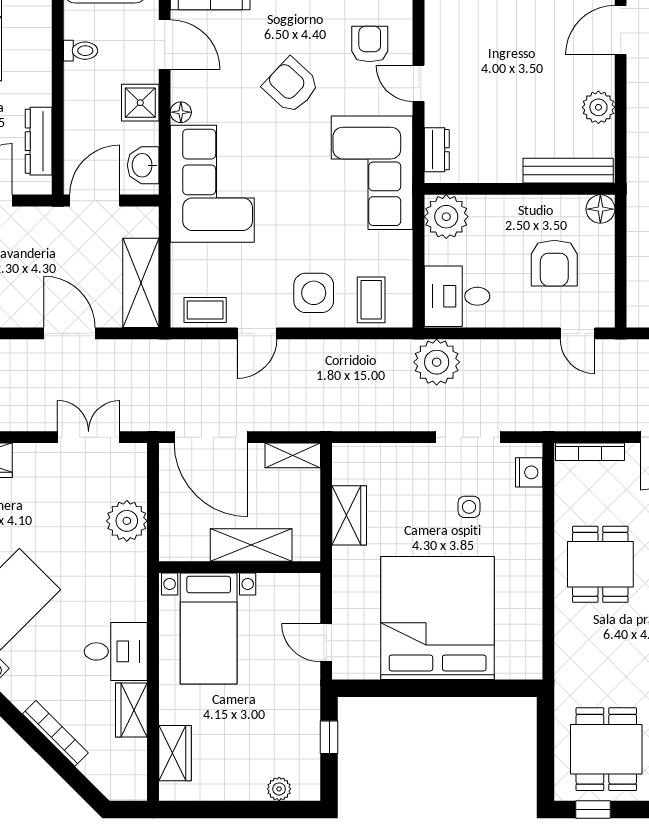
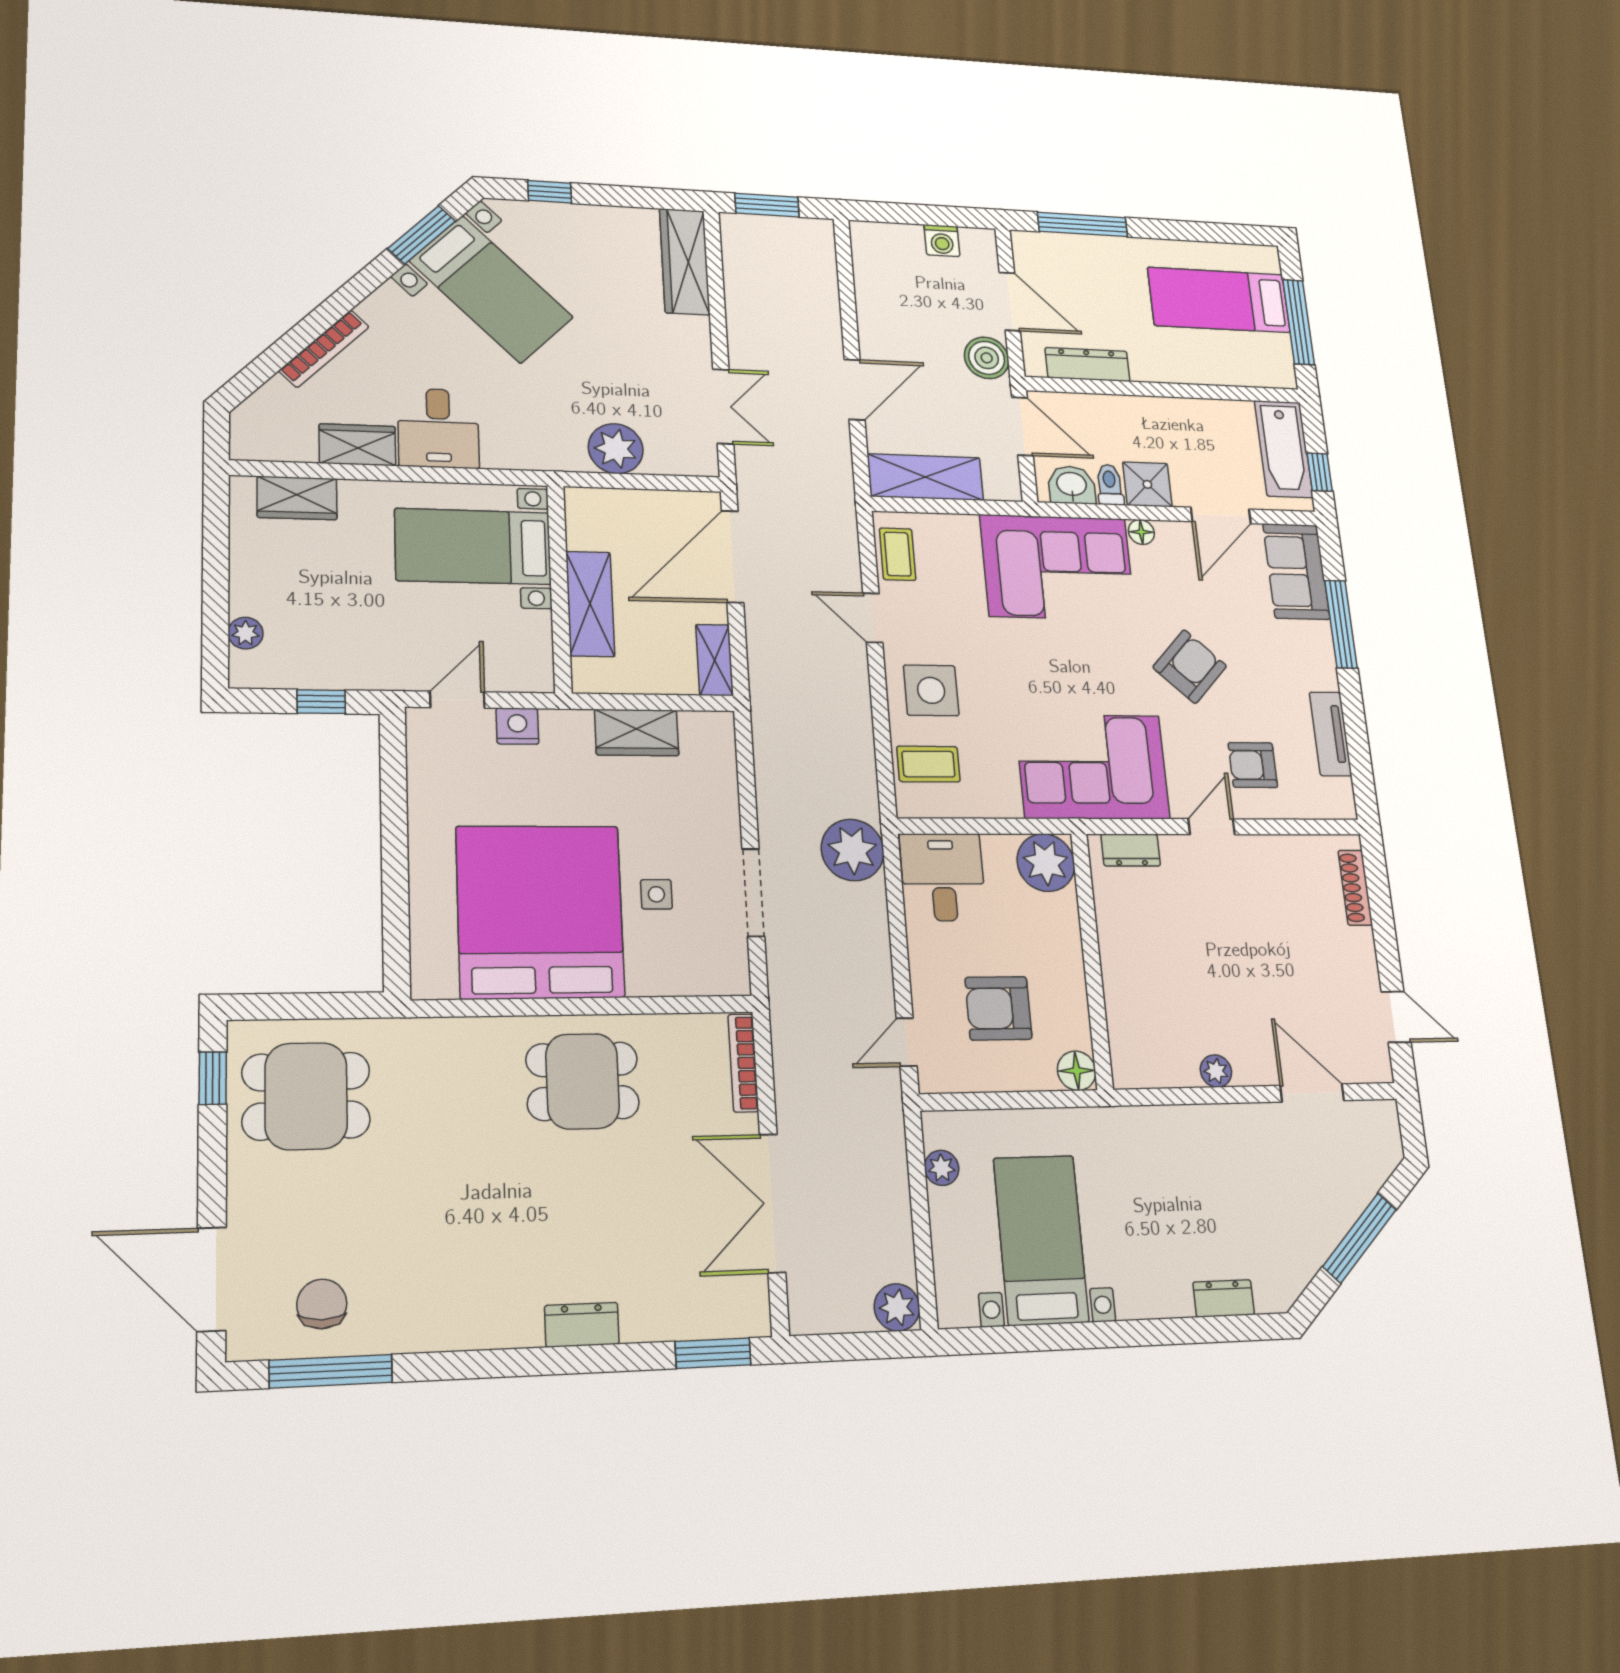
armchair: (370, 44) -> (1253, 765), turned 180
toilet: (81, 51) -> (1110, 485), moved, turned 180
plant: (598, 107) -> (1216, 1071), width x0.73, depth x0.73
bench: (568, 171) -> (1123, 1025), removed
boiler: (37, 224) -> (987, 358), added
nightstand: (529, 472) -> (517, 726), moved, turned 180
bed: (438, 618) -> (540, 912), moved, turned -90

